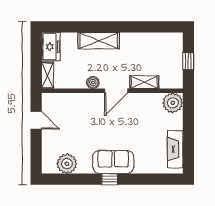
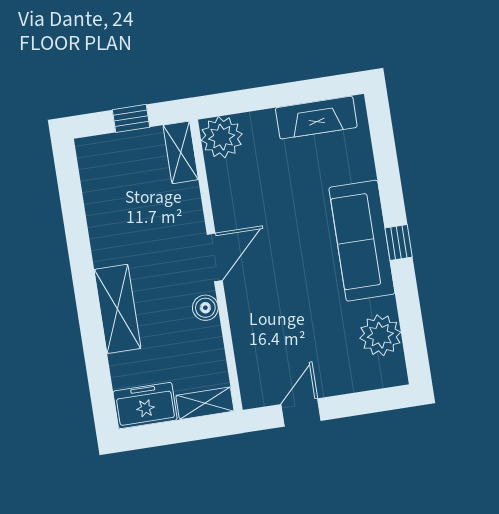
shelving: (144, 82) -> (181, 152), moved
door: (116, 91) -> (215, 257), hinge flipped
sofa: (113, 162) -> (362, 241), width x1.36

